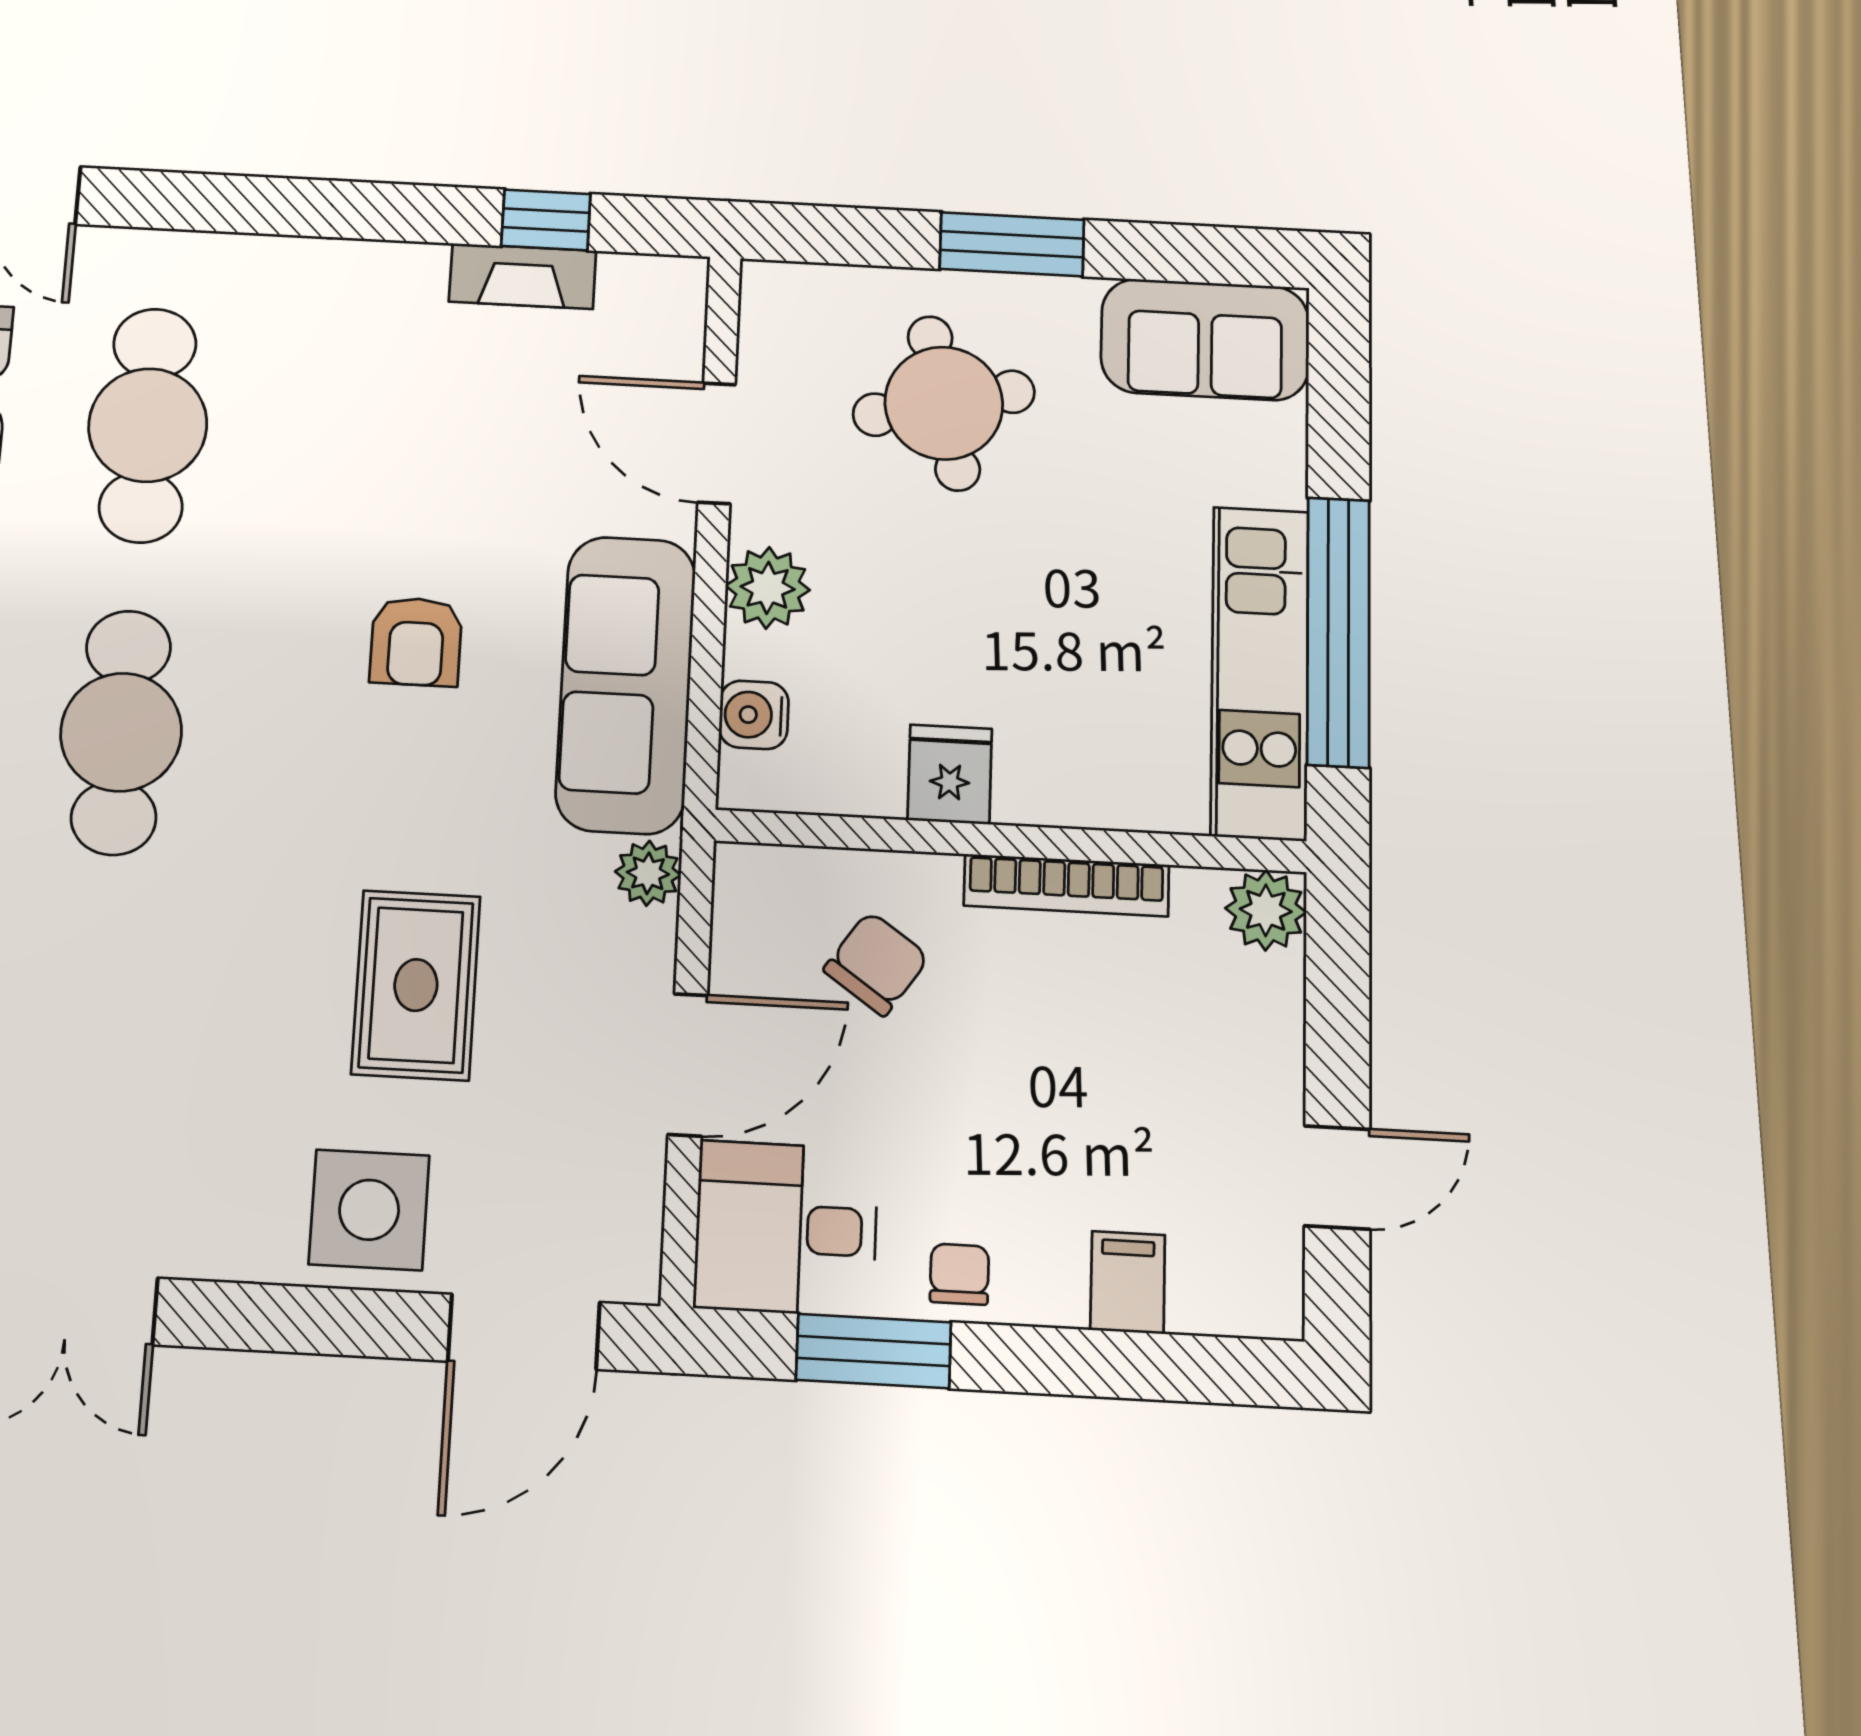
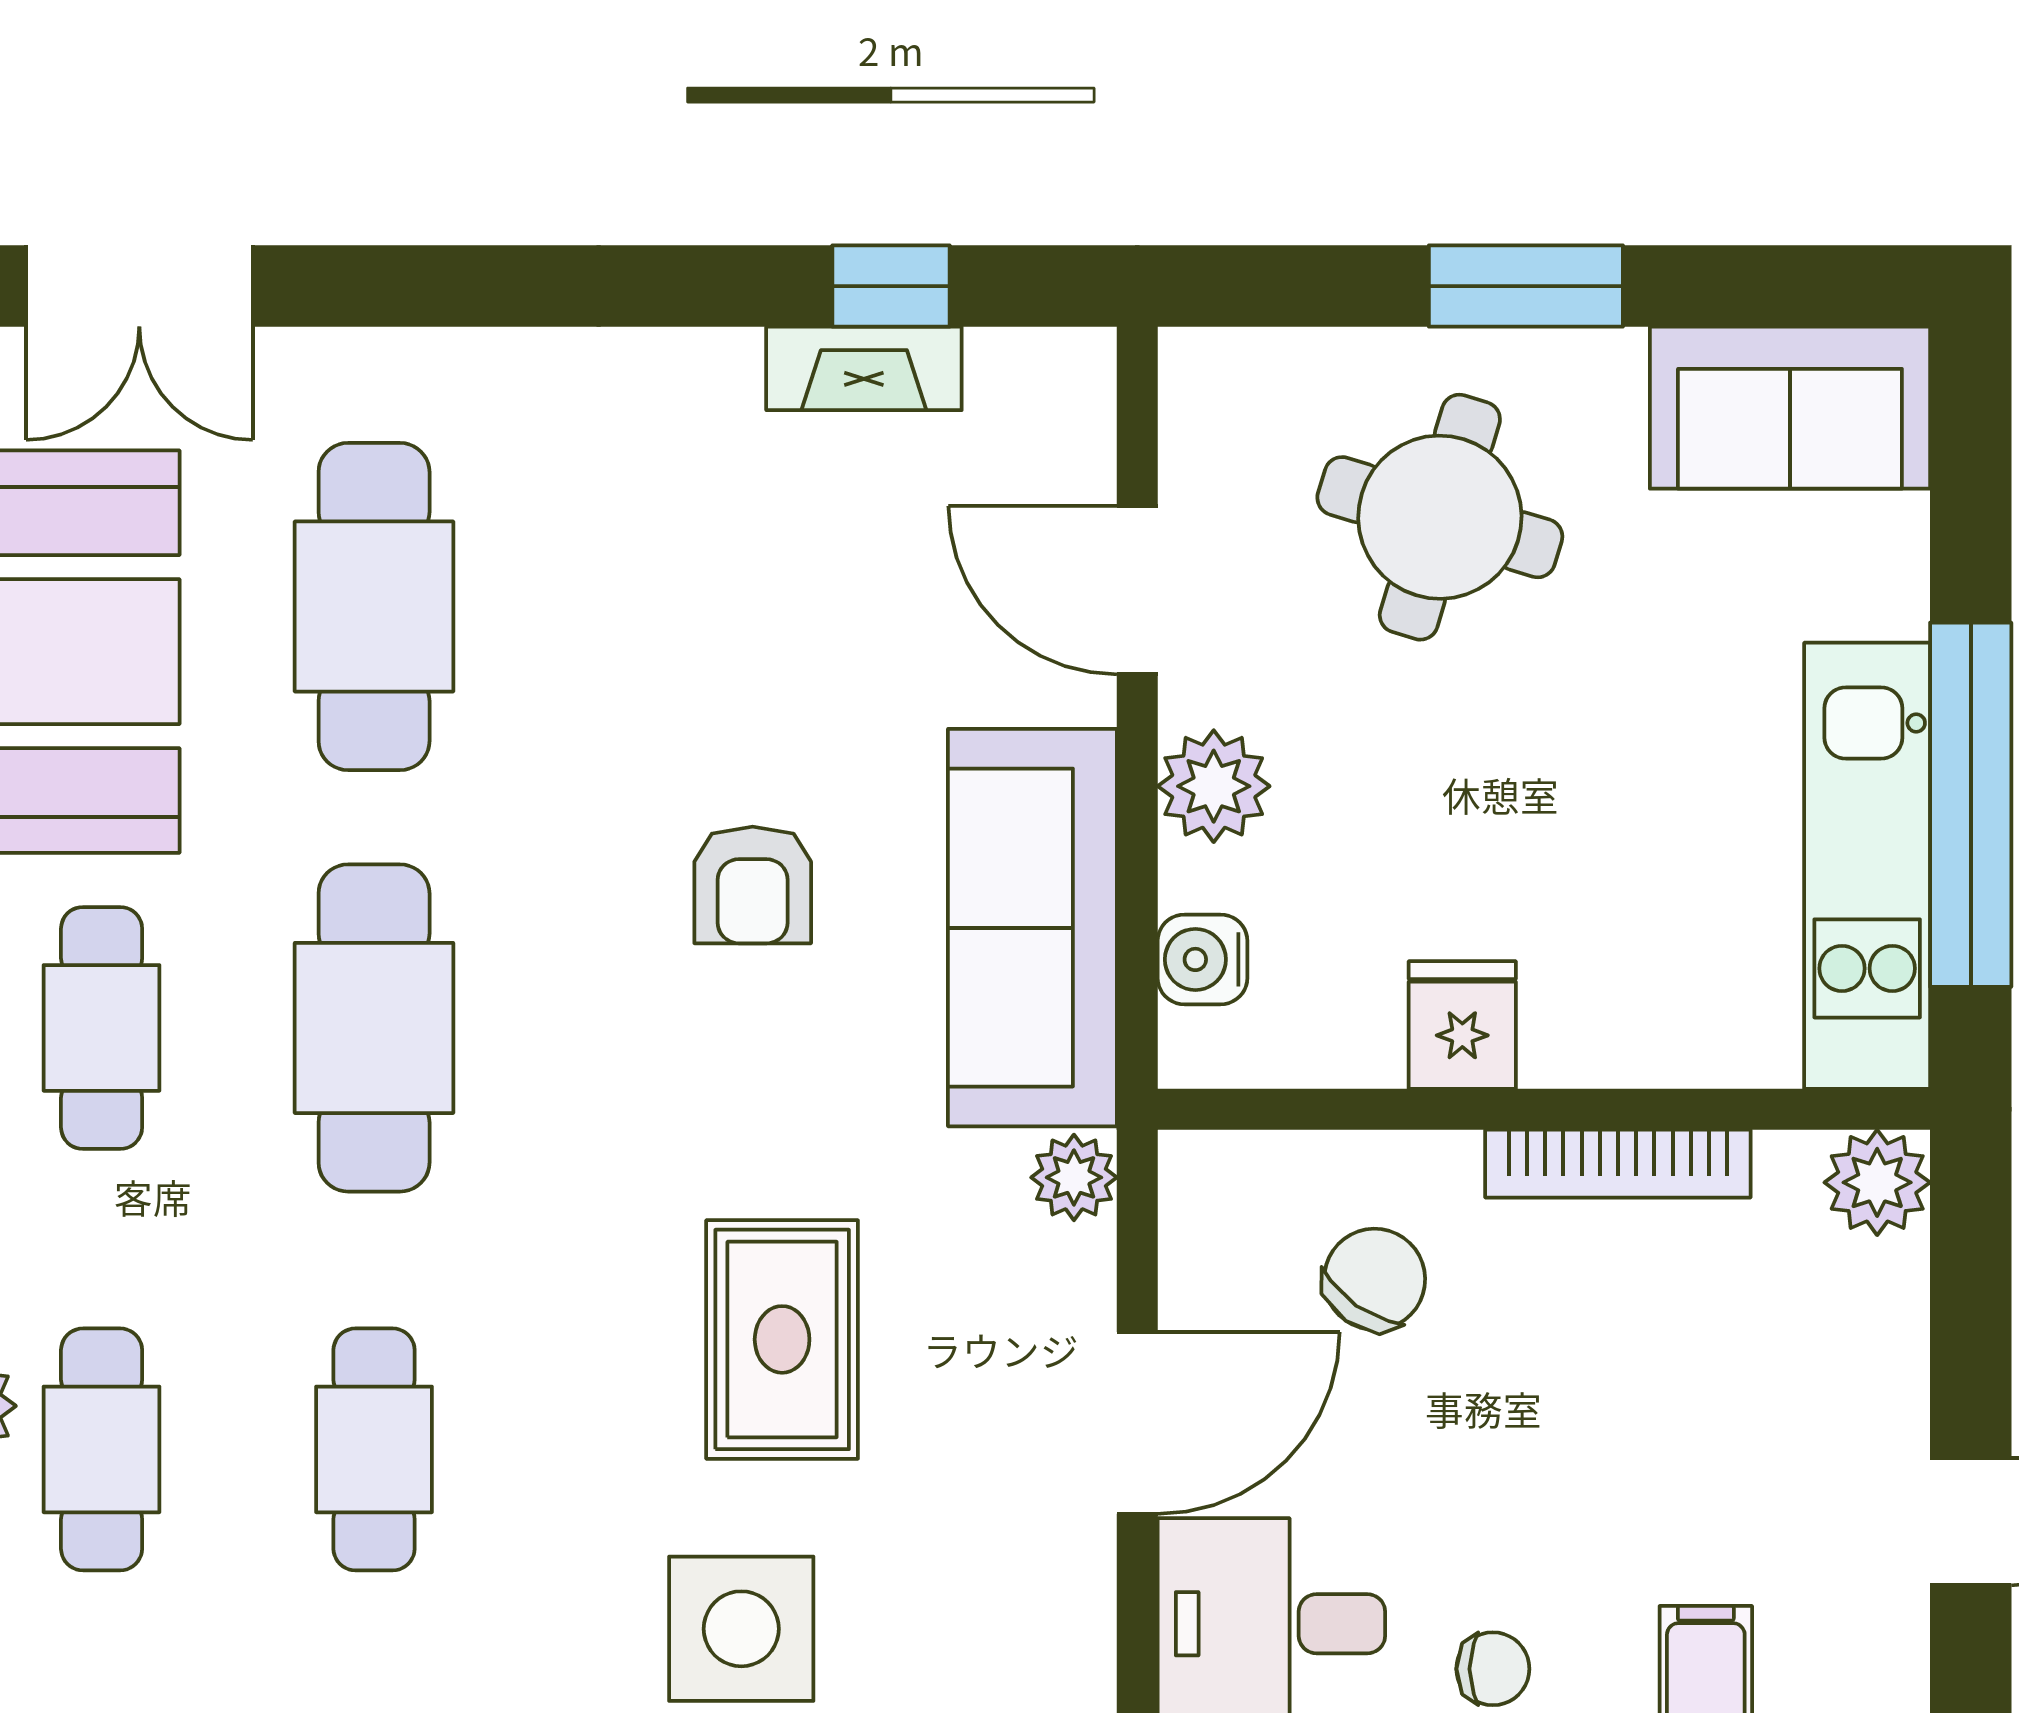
round table: (944, 403) -> (1440, 517), turned 30
cafe table: (93, 1053) -> (374, 1449), added
chair: (959, 1274) -> (1493, 1669), turned 90

